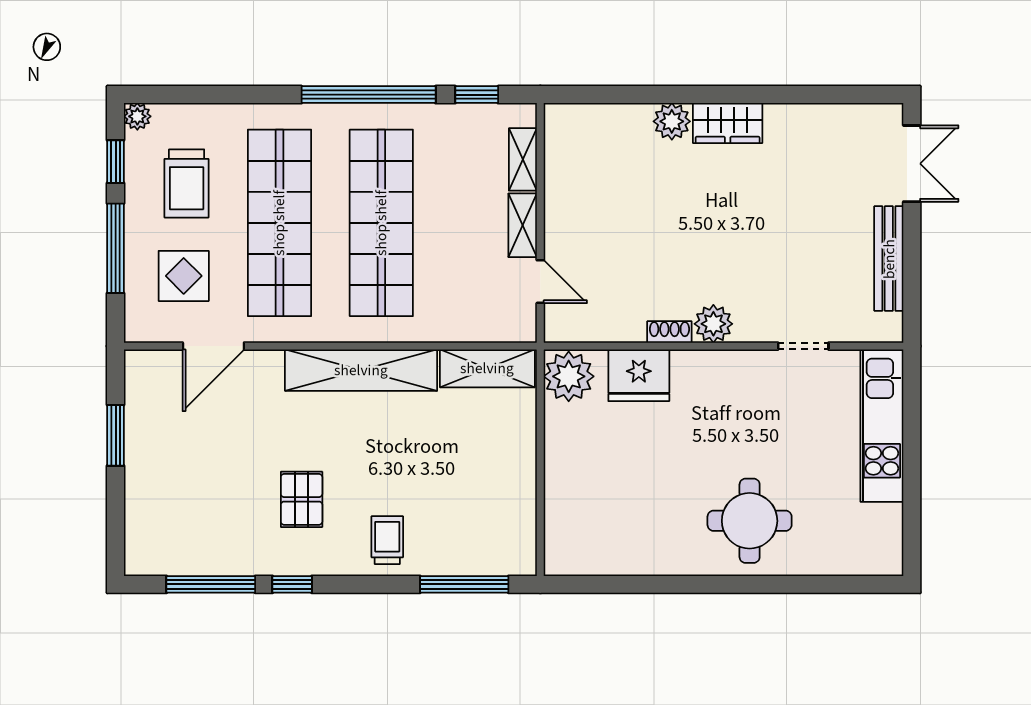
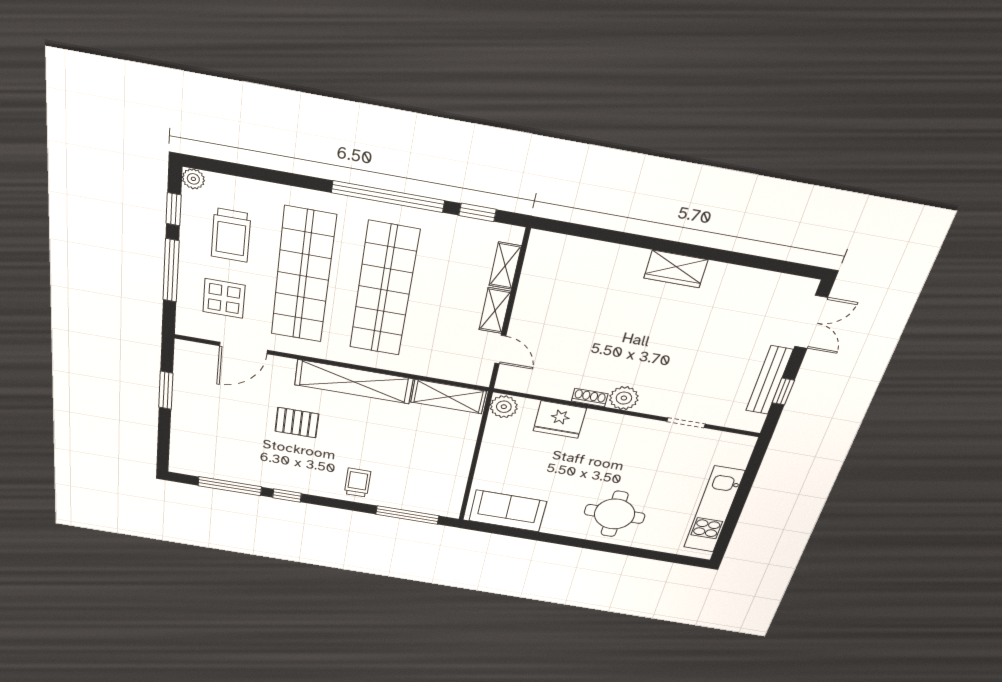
plant: (672, 121) -> (631, 260), removed
window: (912, 272) -> (783, 392), added
plant: (569, 376) -> (504, 407), width x0.73, depth x0.73
kitchen unit: (882, 426) -> (714, 510), moved
pallet: (302, 499) -> (297, 423), moved, turned 90
sofa: (602, 547) -> (508, 511), added

